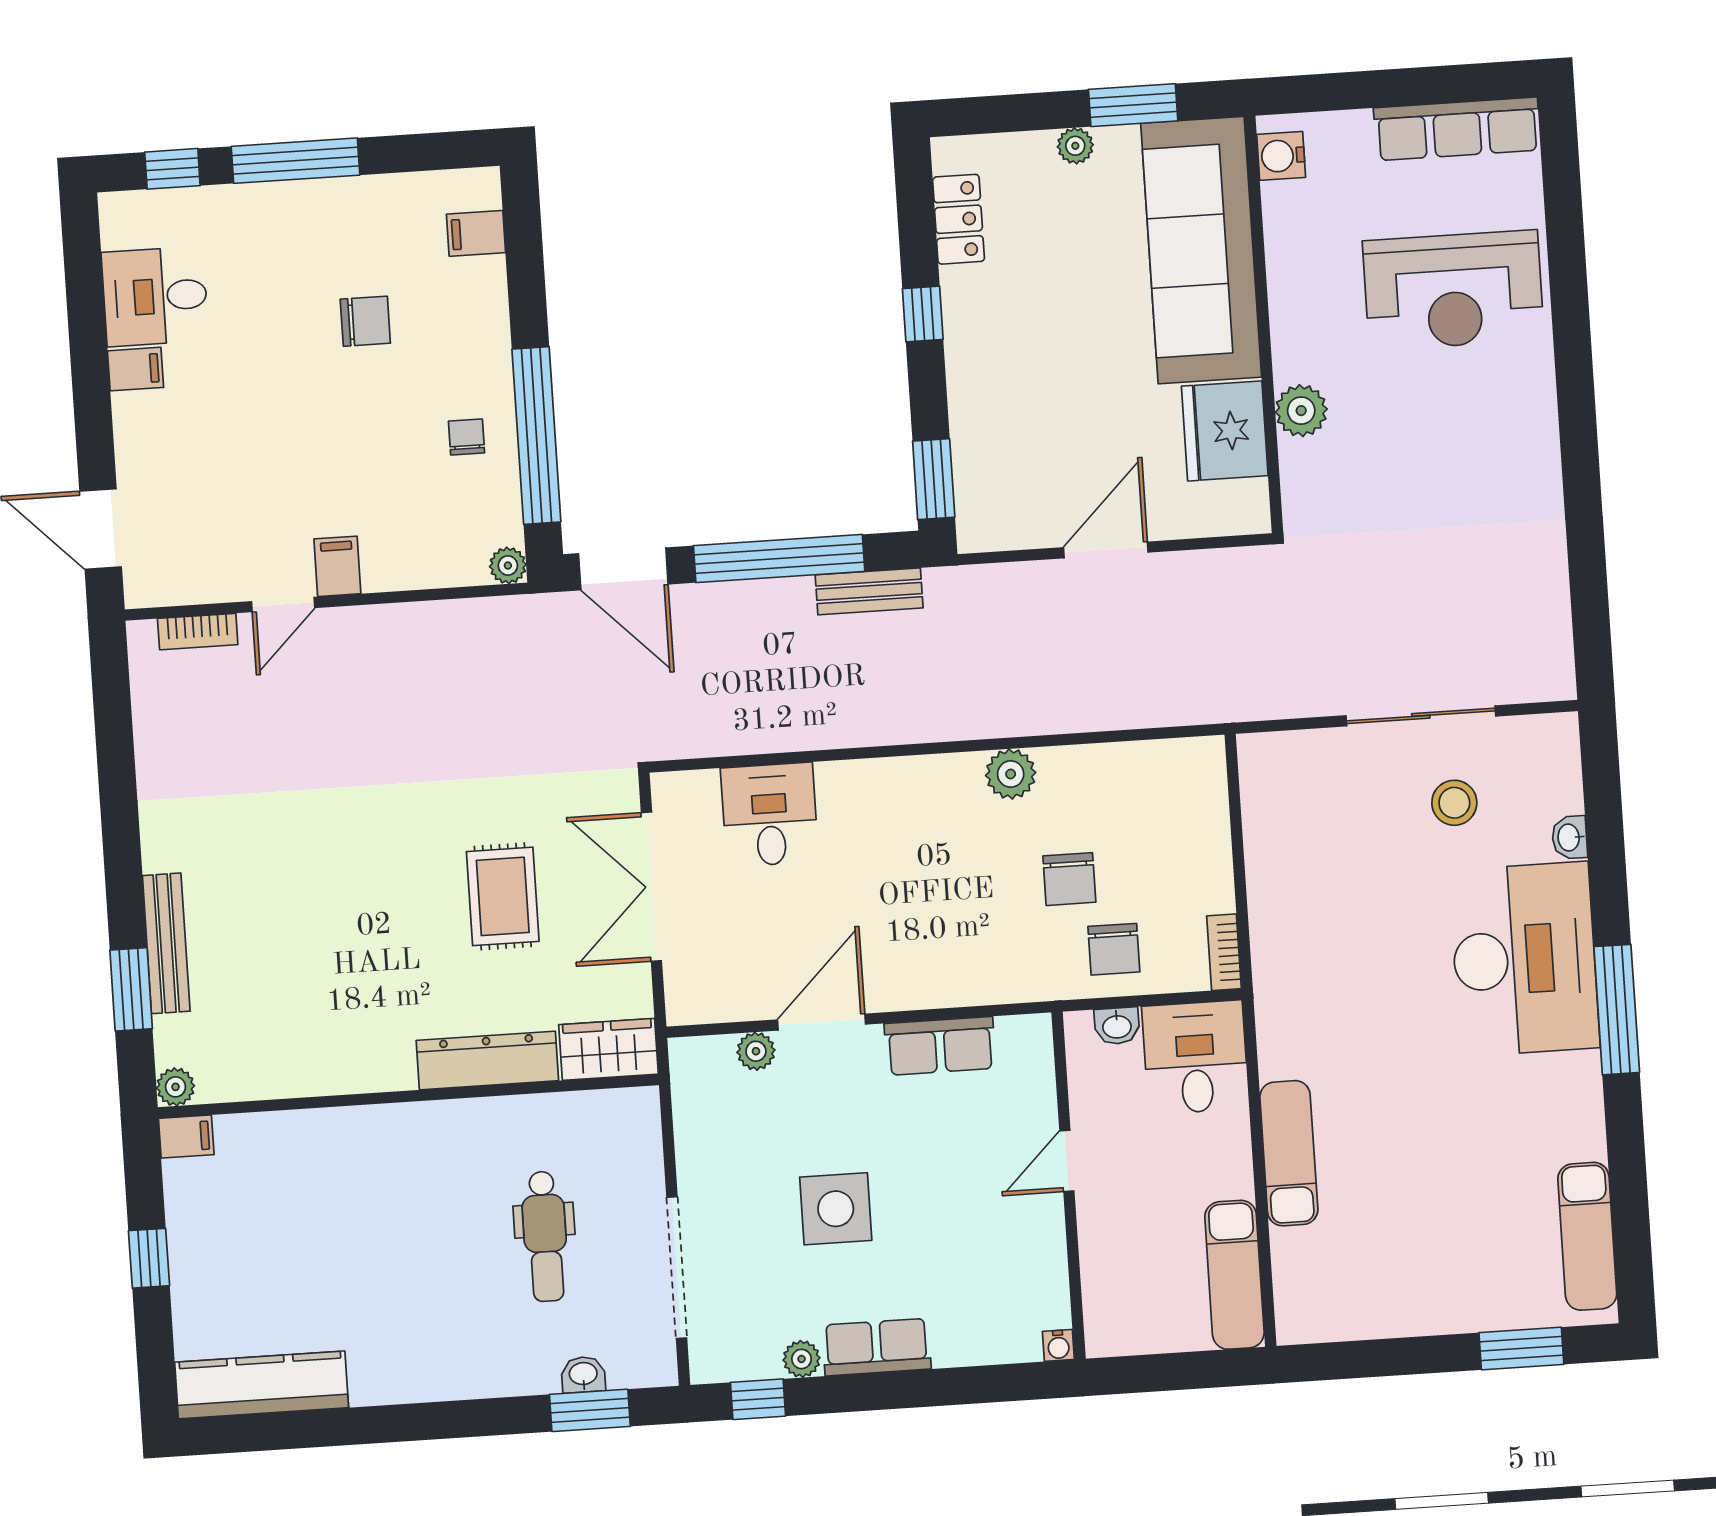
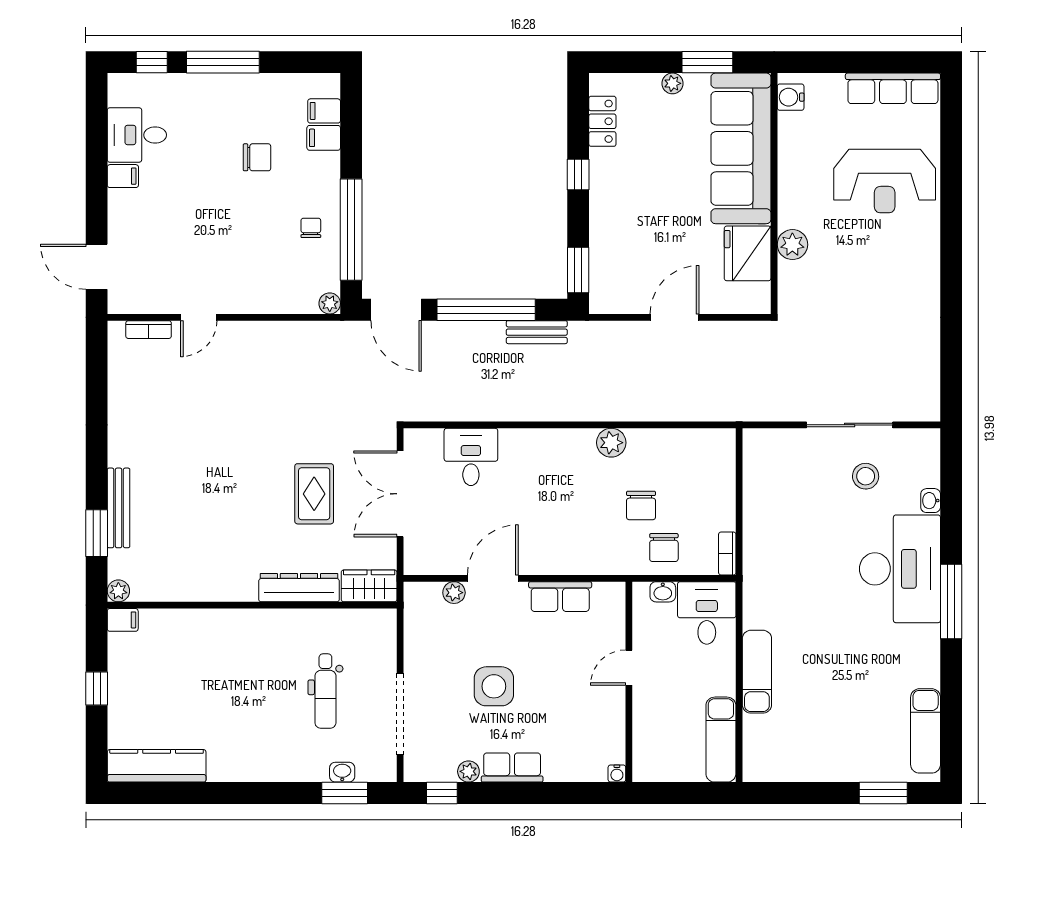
filing cabinet: (337, 566) -> (324, 138), moved, turned -90

